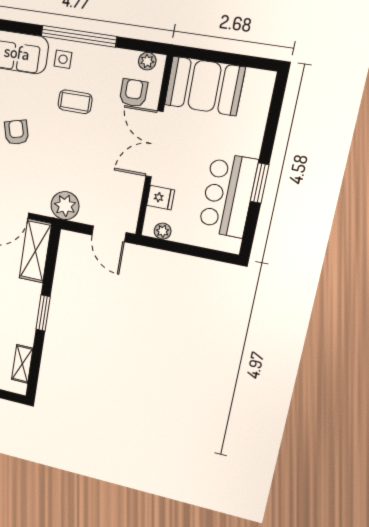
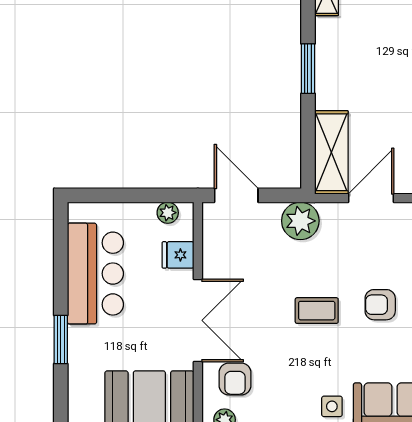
coffee table: (75, 102) -> (317, 311), moved
armchair: (17, 132) -> (380, 305), turned 105
window: (260, 183) -> (61, 339), moved

